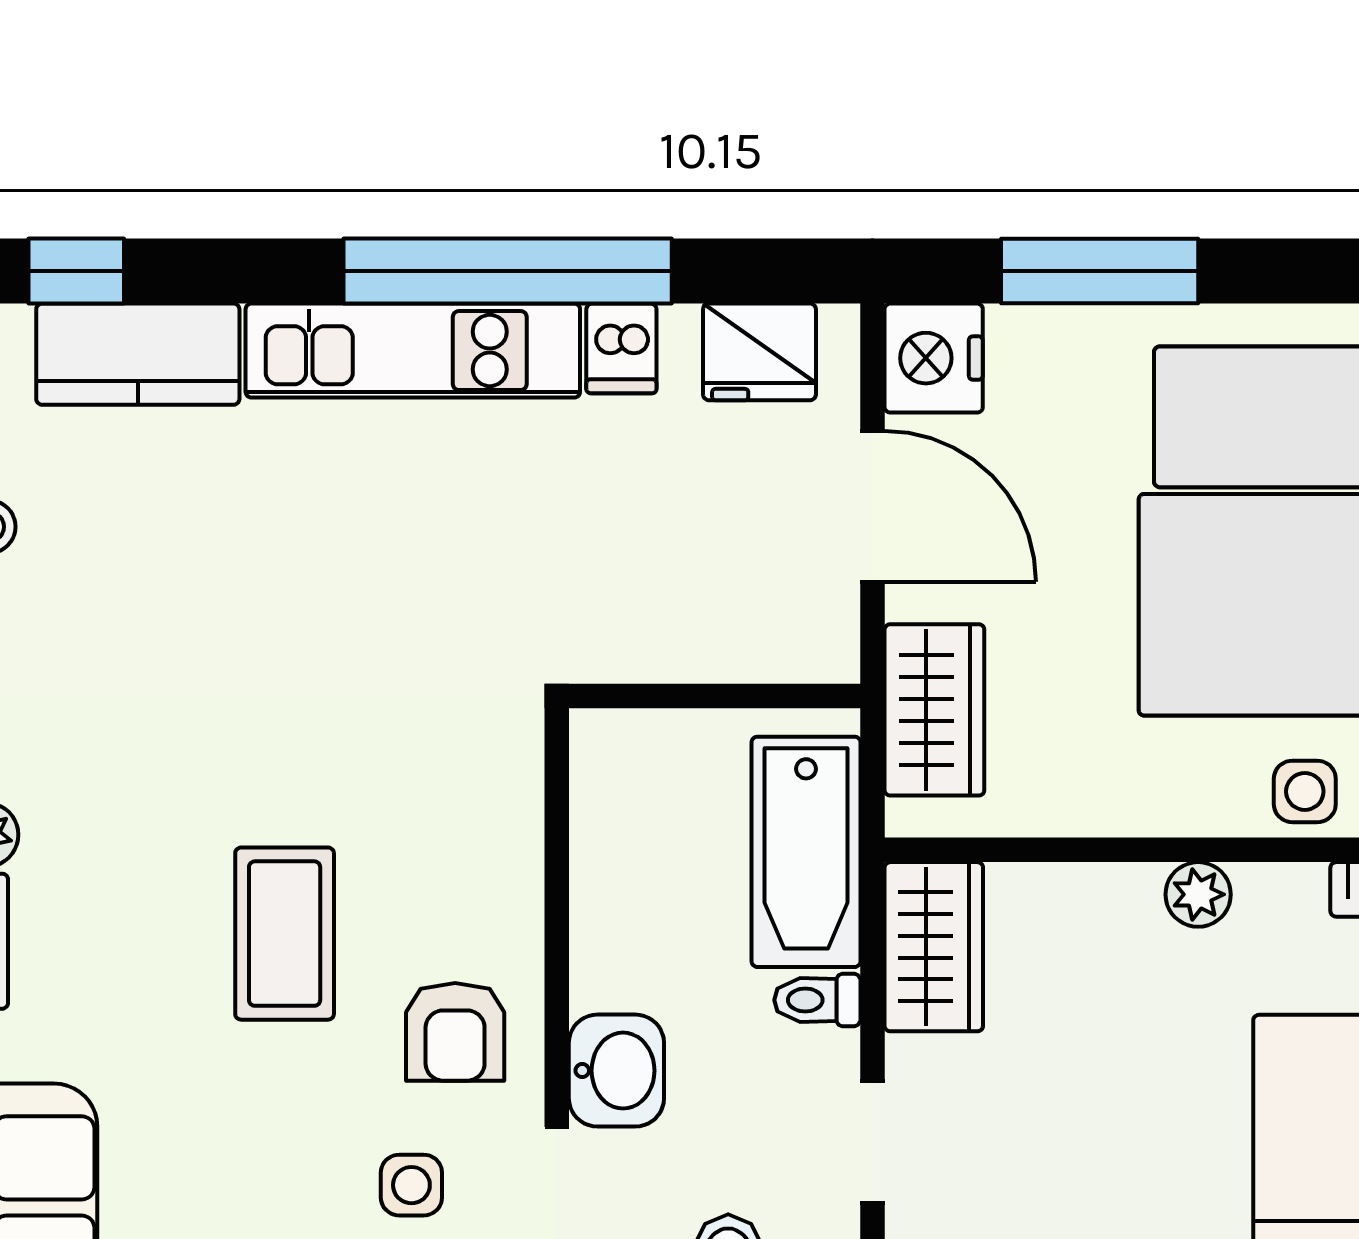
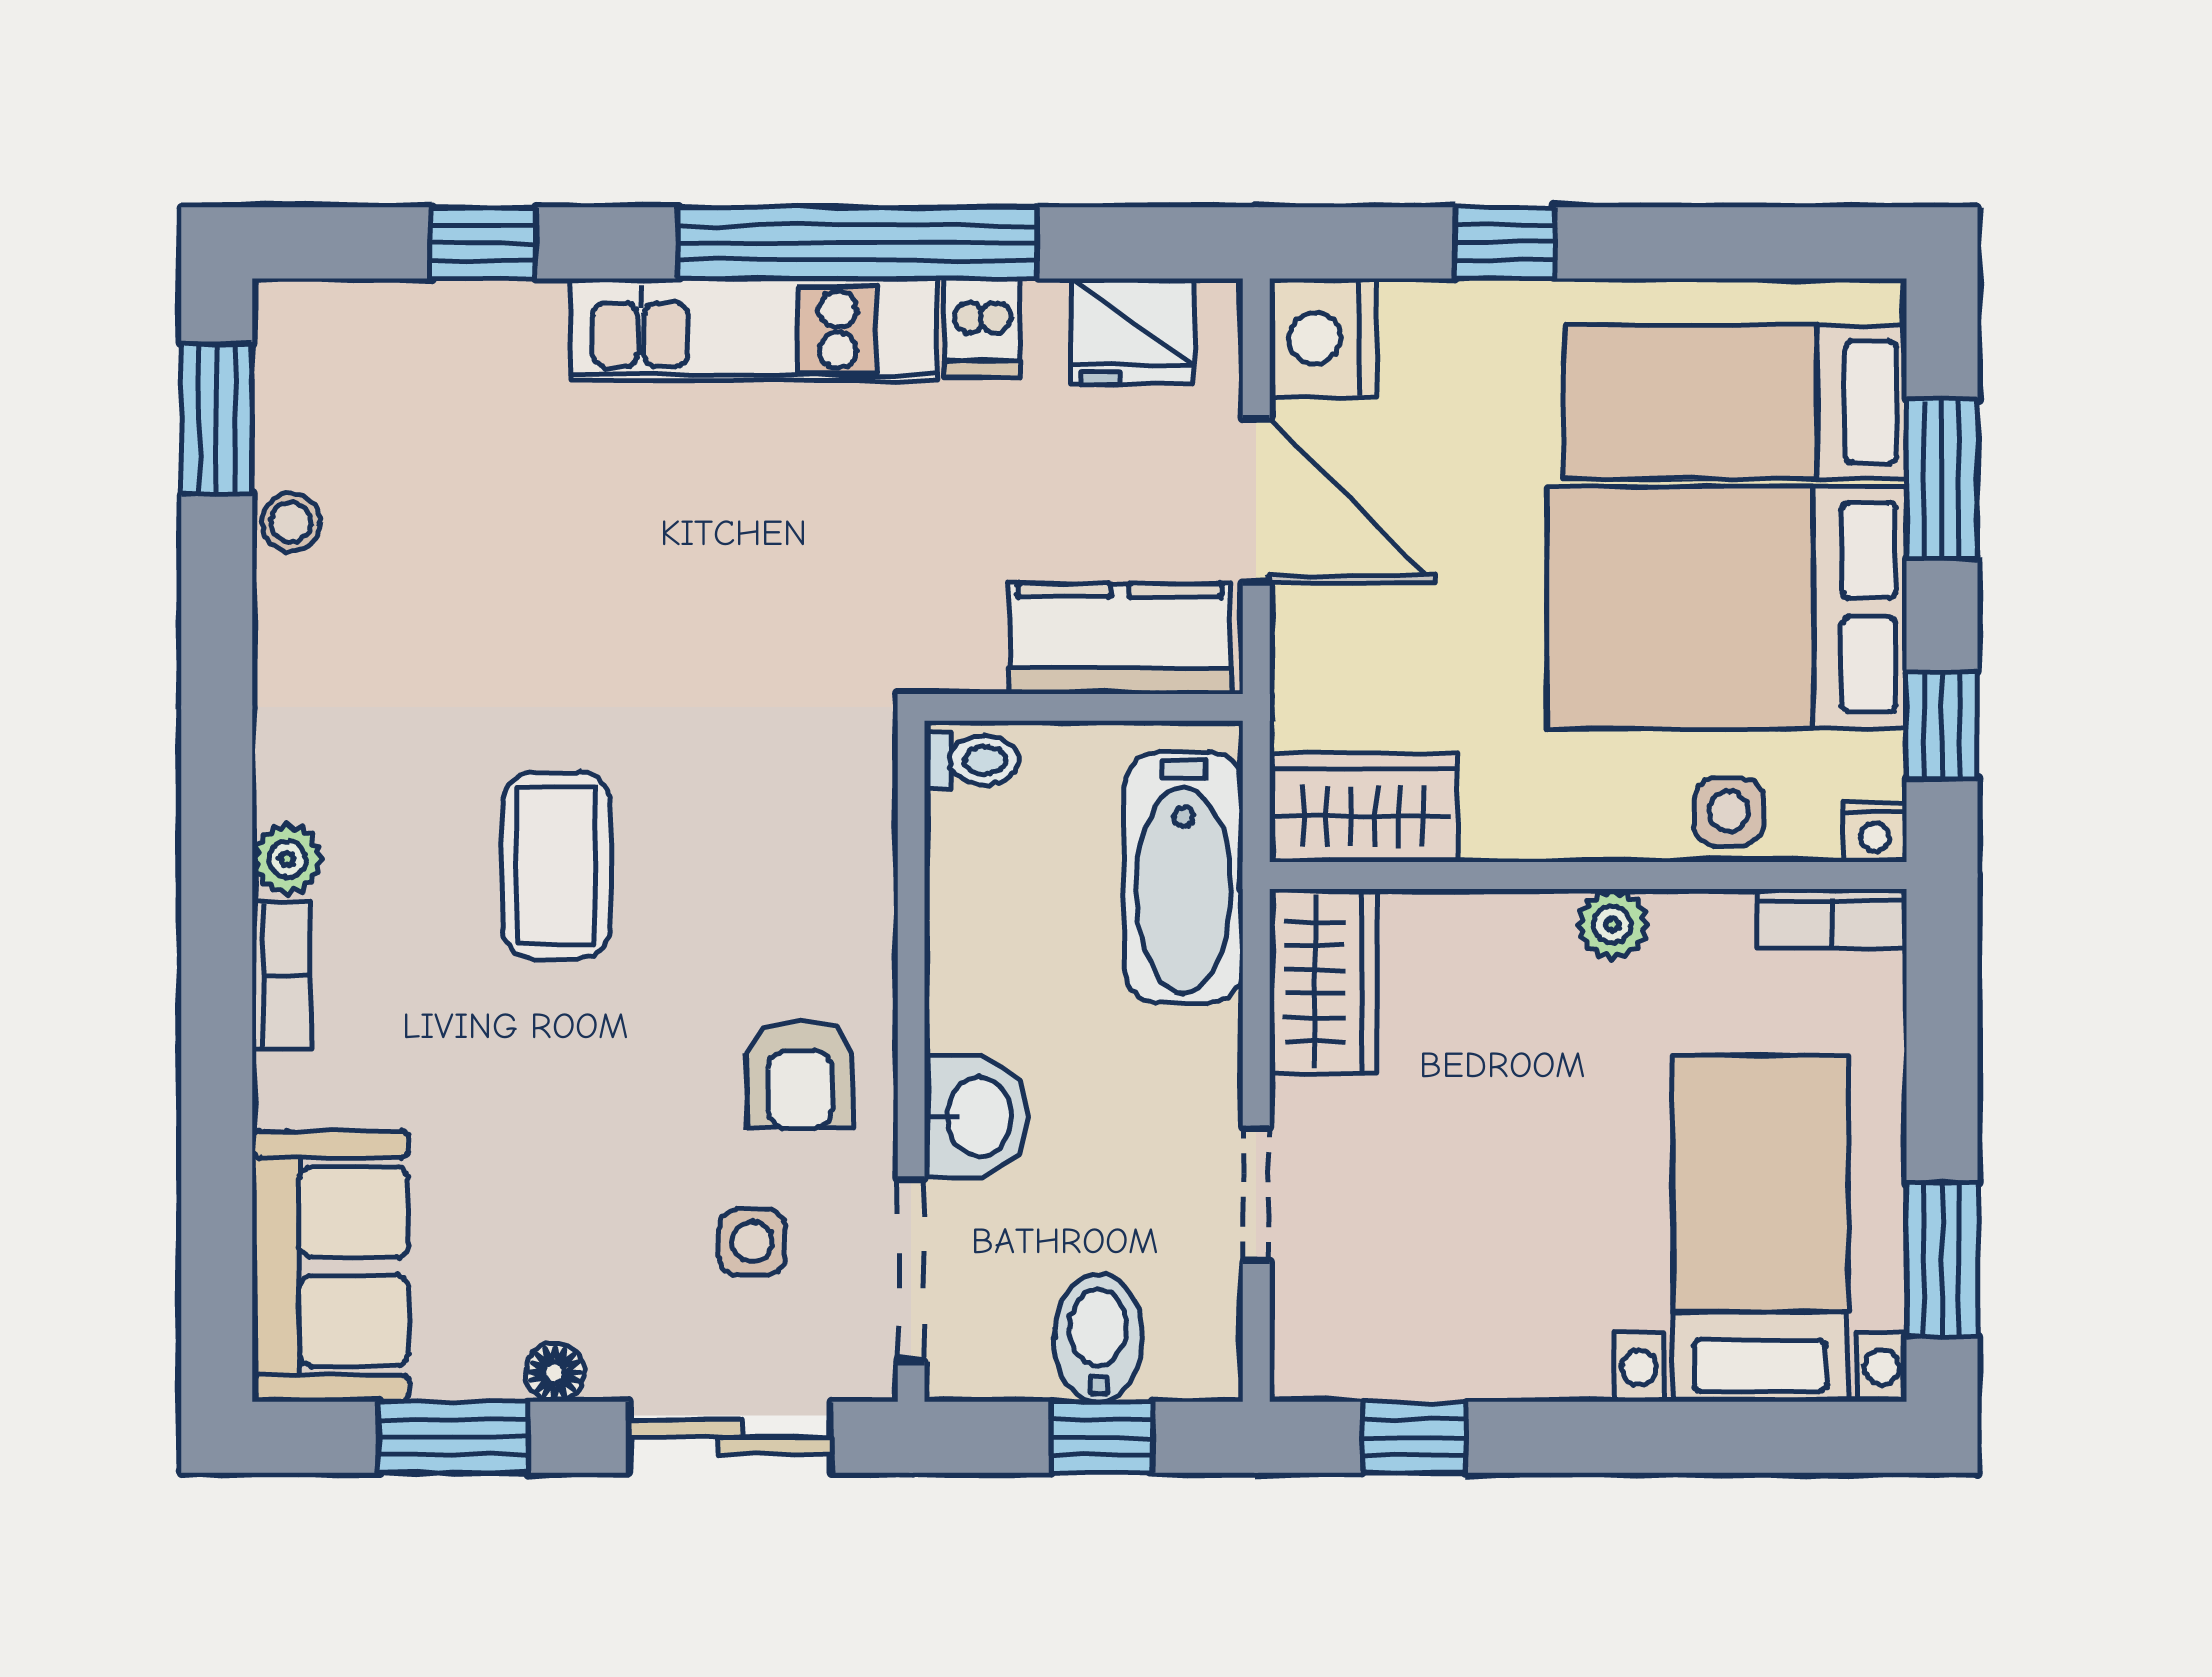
window: (76, 271) -> (483, 243), moved
window: (1100, 271) -> (1505, 243), width x0.46
kitchen counter: (138, 354) -> (1120, 639), moved, turned 180
wardrobe: (934, 710) -> (1363, 808), moved, turned -90
coffee table: (285, 934) -> (556, 865), moved
toilet: (817, 1000) -> (972, 760), moved, turned 180

